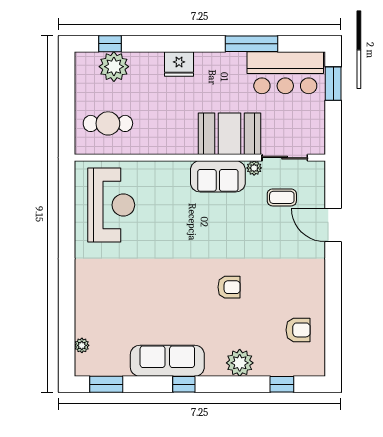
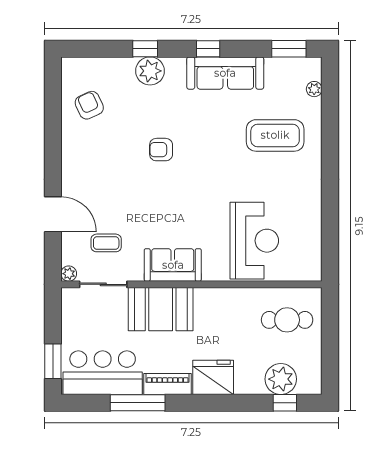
piano: (223, 62) -> (167, 384), added
fridge: (179, 64) -> (213, 377), width x1.36, depth x1.34
plant: (254, 168) -> (69, 274), moved
reception desk: (111, 205) -> (254, 241), moved, turned 180
coffee table: (119, 301) -> (275, 135), added
armchair: (298, 330) -> (89, 105), turned 65
window: (282, 384) -> (145, 49), moved

